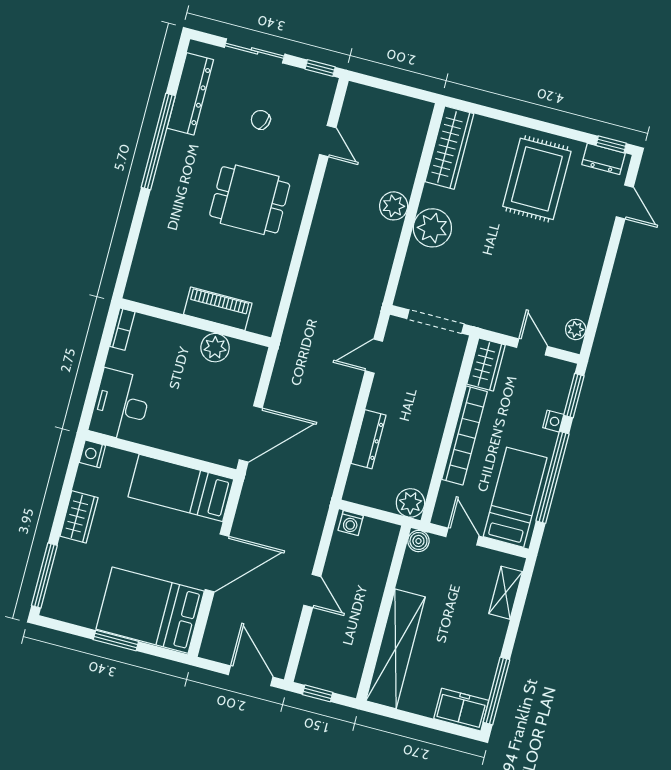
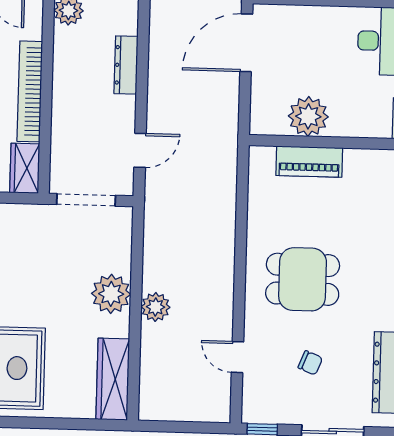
plant: (215, 348) -> (308, 116), width x1.36, depth x1.36

